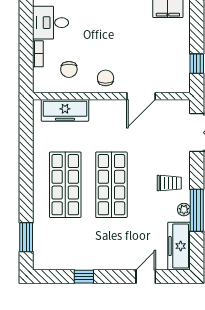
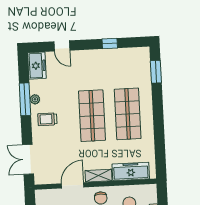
shelving: (107, 107) -> (98, 176), added
freezer: (179, 246) -> (37, 66), width x0.71
door: (146, 277) -> (62, 46), hinge flipped

